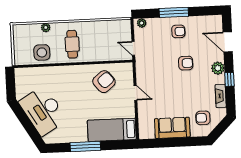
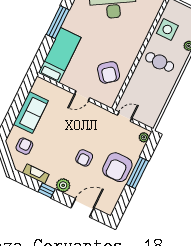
armchair: (178, 31) -> (117, 167), width x1.88, depth x1.88

